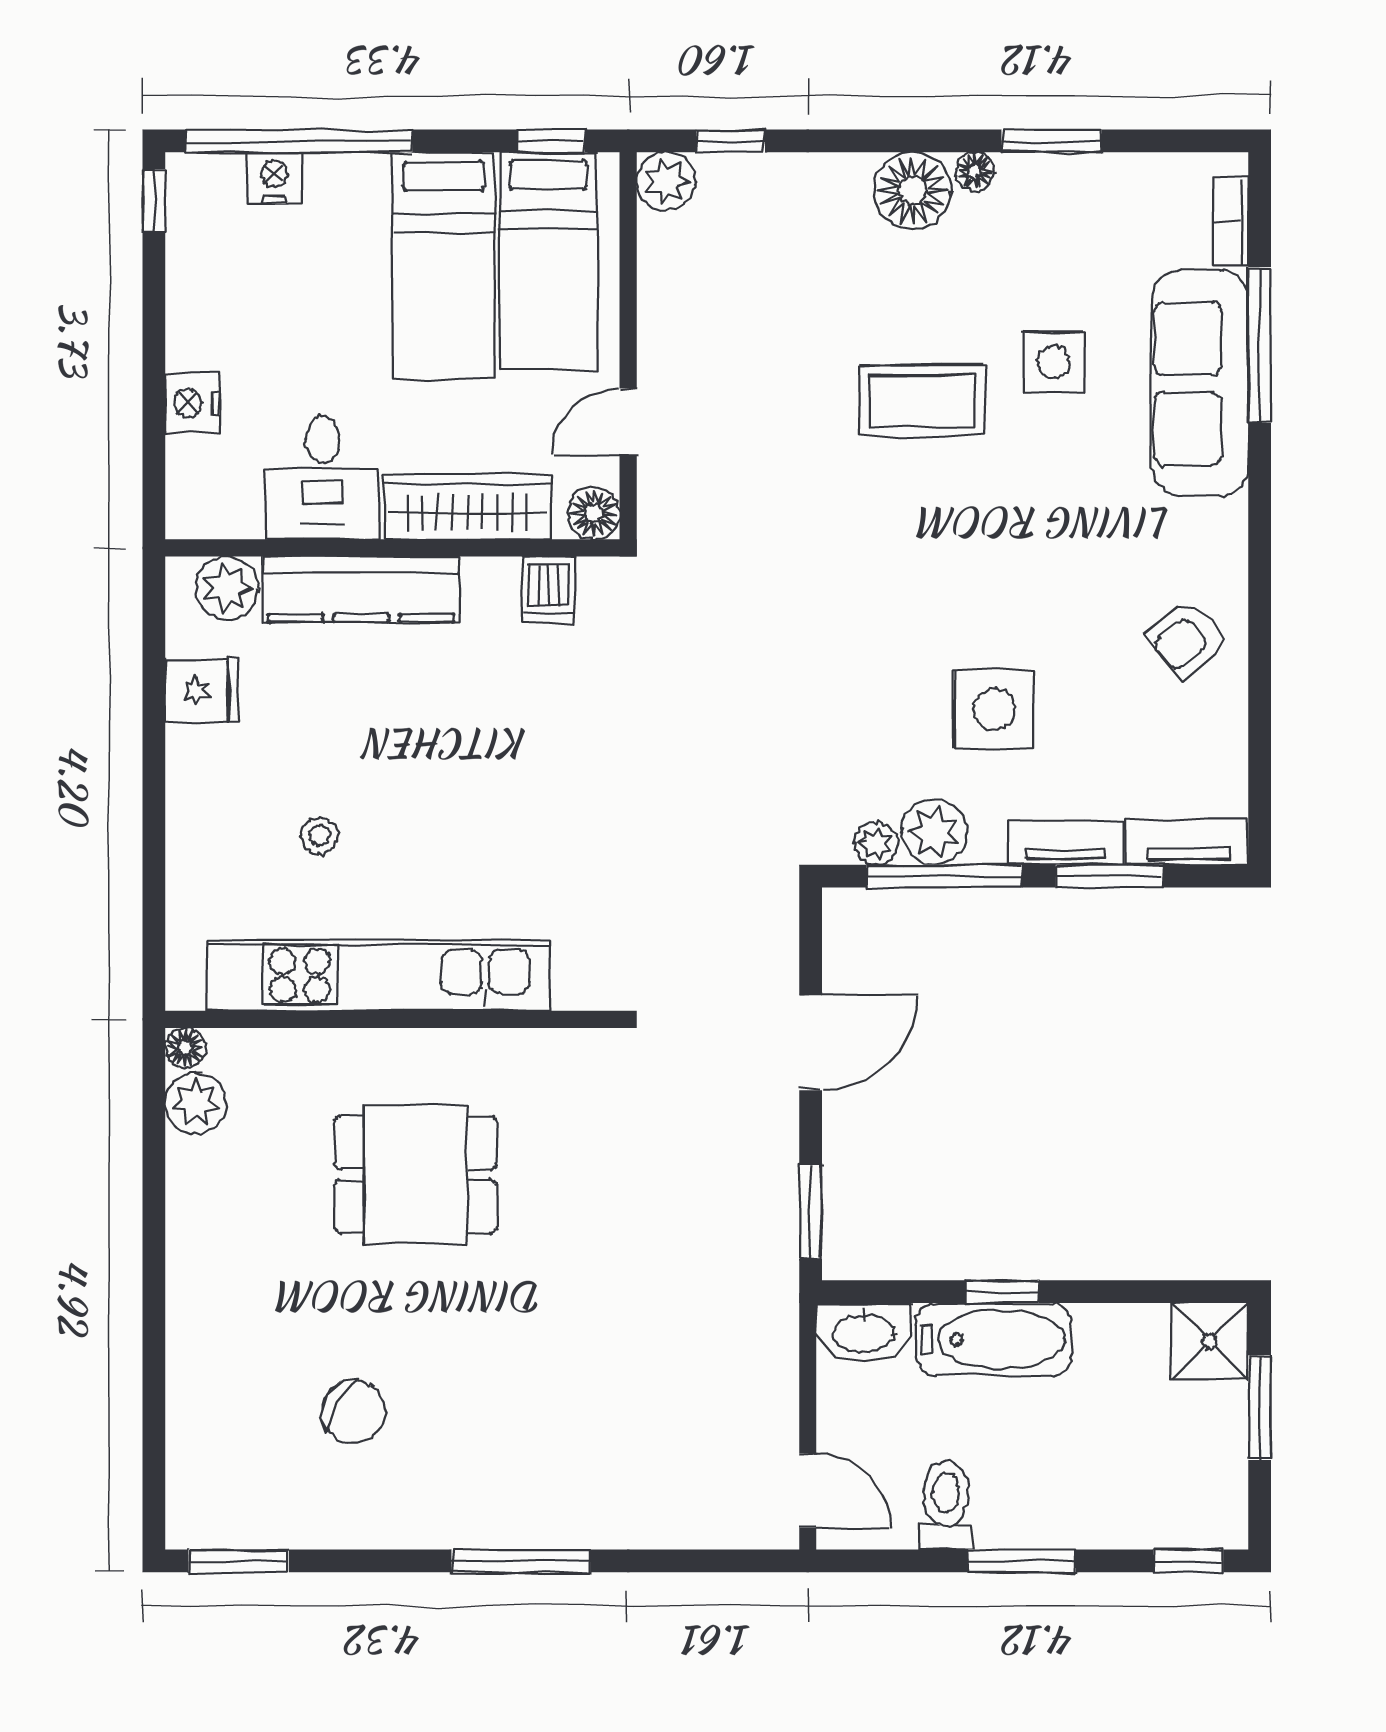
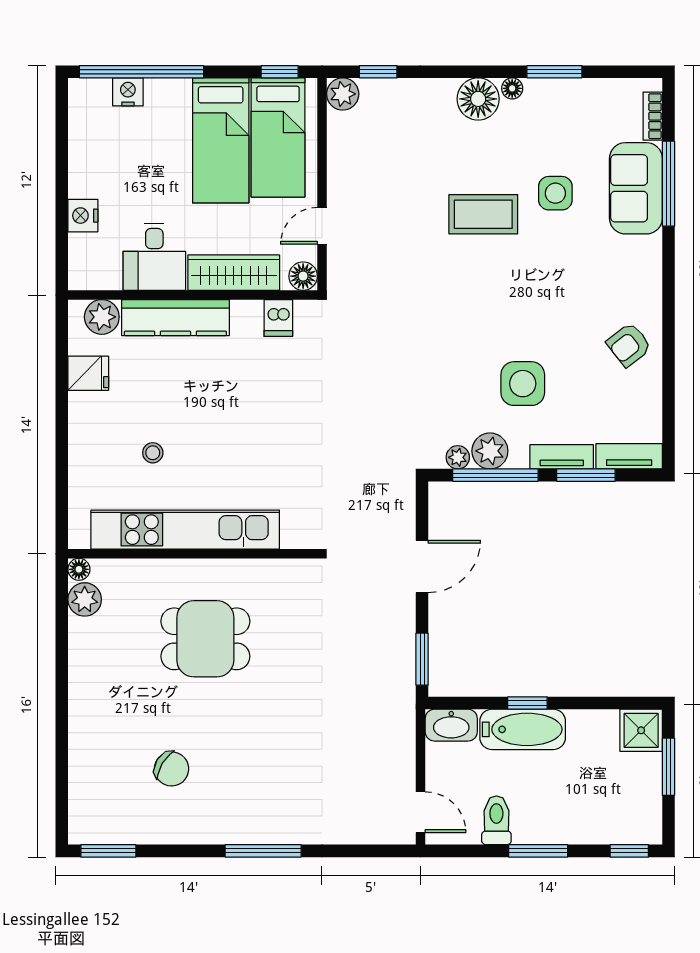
window: (154, 201) -> (62, 104), removed
sofa: (1200, 383) -> (636, 188), width x0.73

